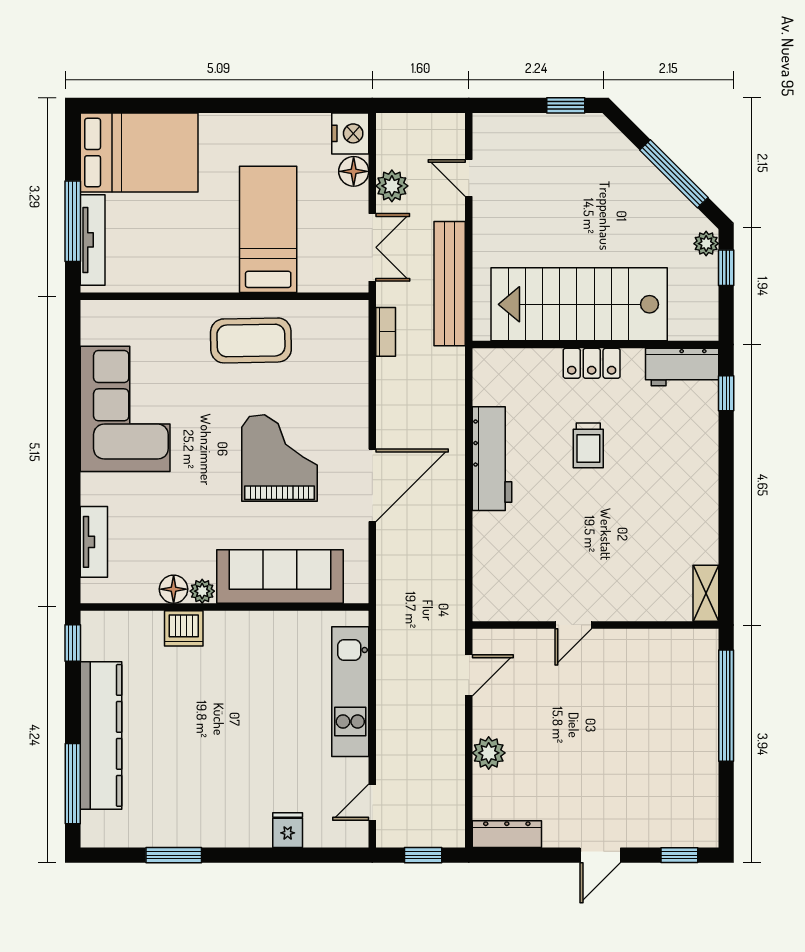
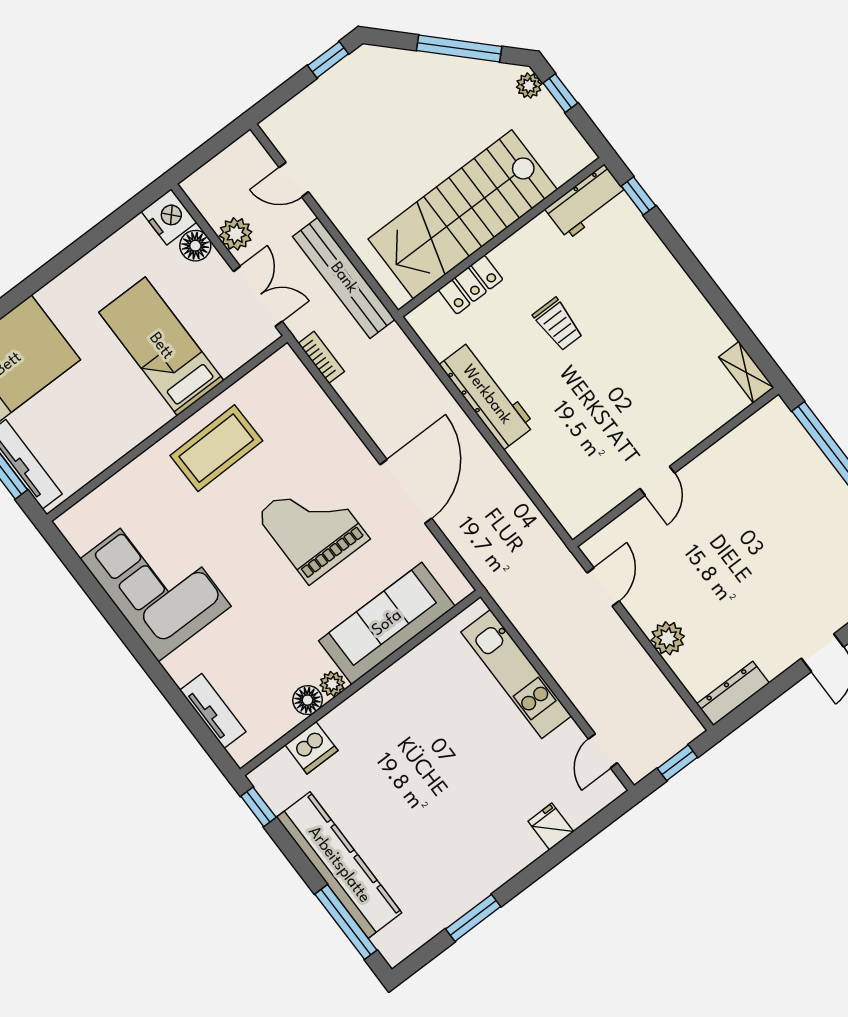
locker: (592, 363) -> (471, 285), moved
dishwasher: (184, 628) -> (311, 748), moved

